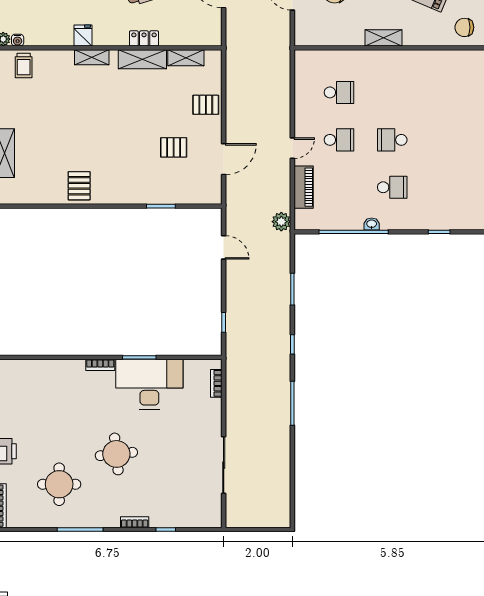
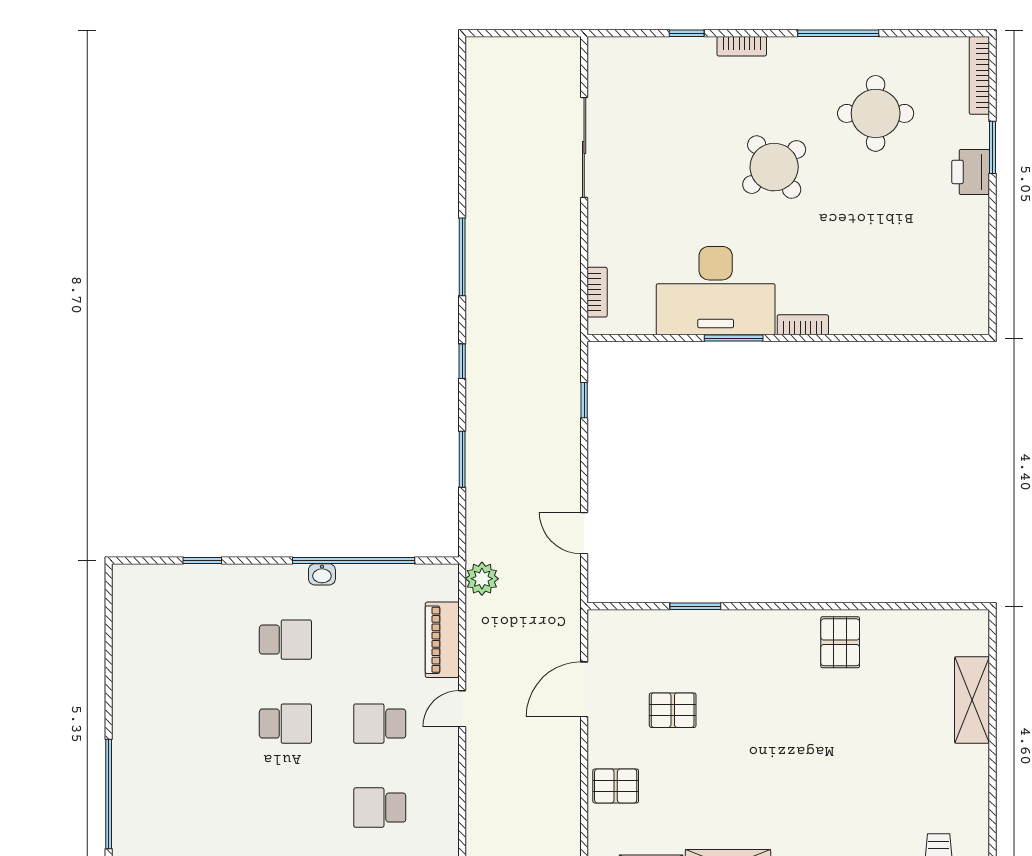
school desk: (392, 187) -> (285, 640), turned 180
round table: (116, 454) -> (774, 167), turned -32

